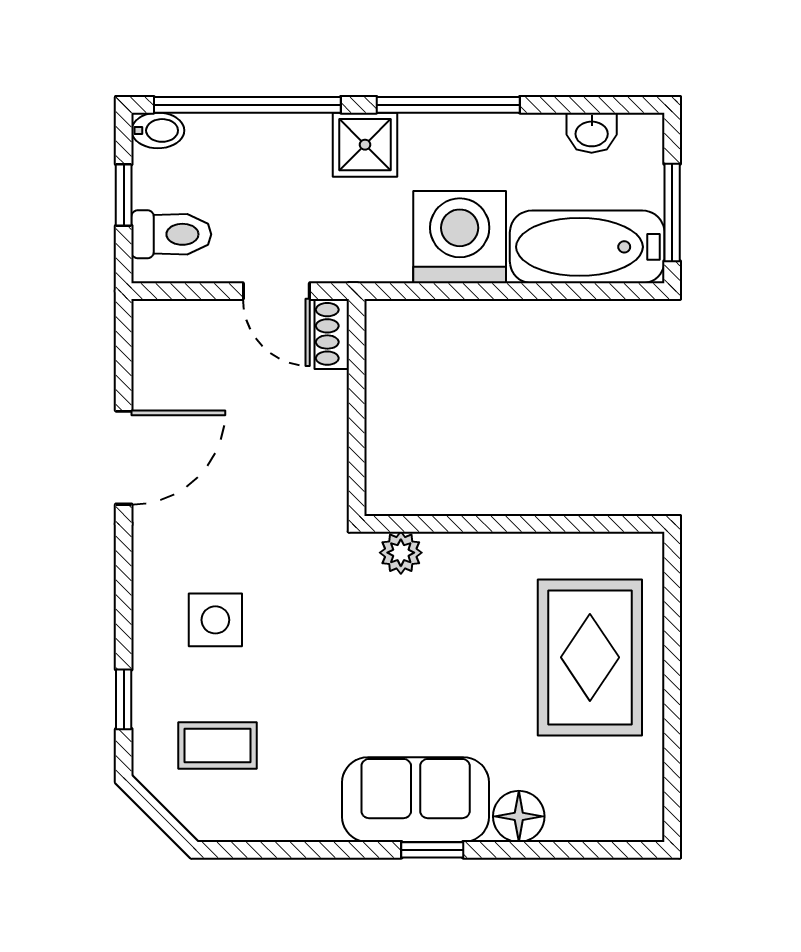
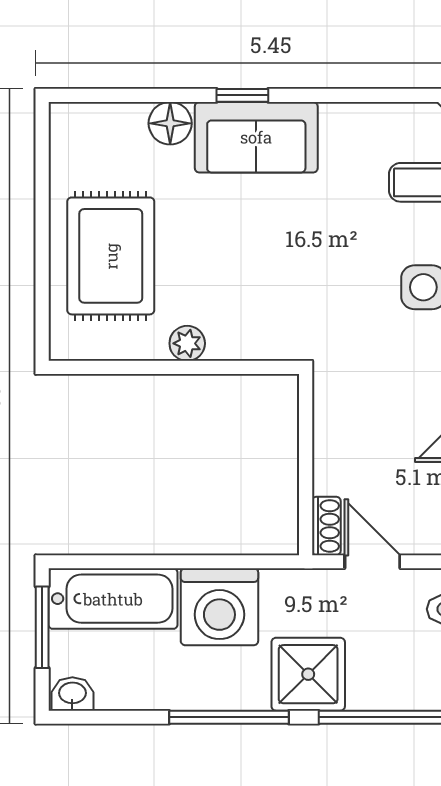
washbasin: (592, 133) -> (72, 694), moved
shower: (365, 145) -> (308, 674), width x1.36, depth x1.36
plant: (401, 553) -> (187, 343), moved

